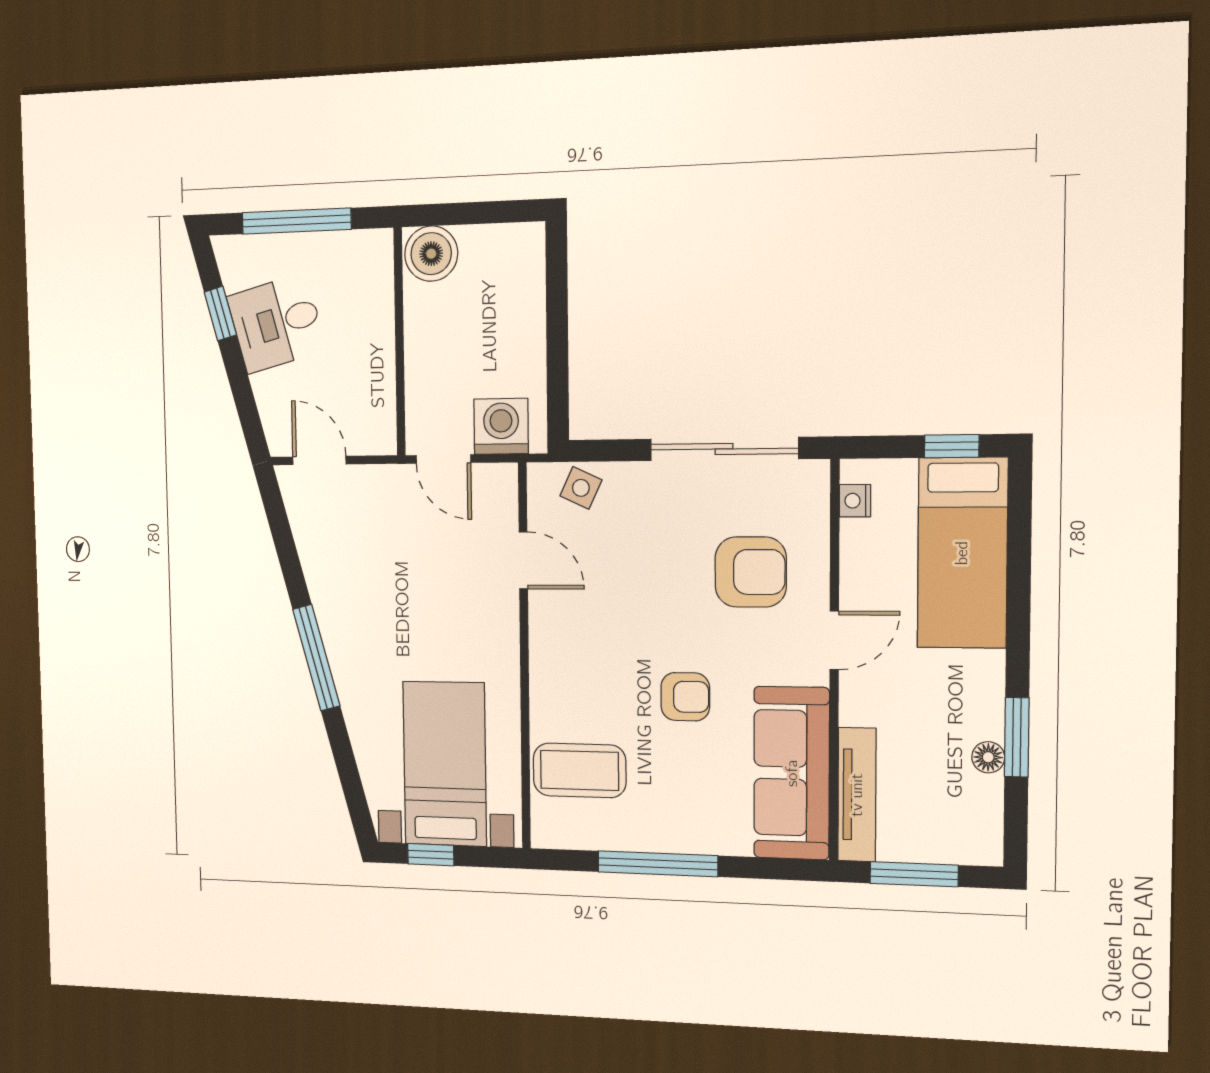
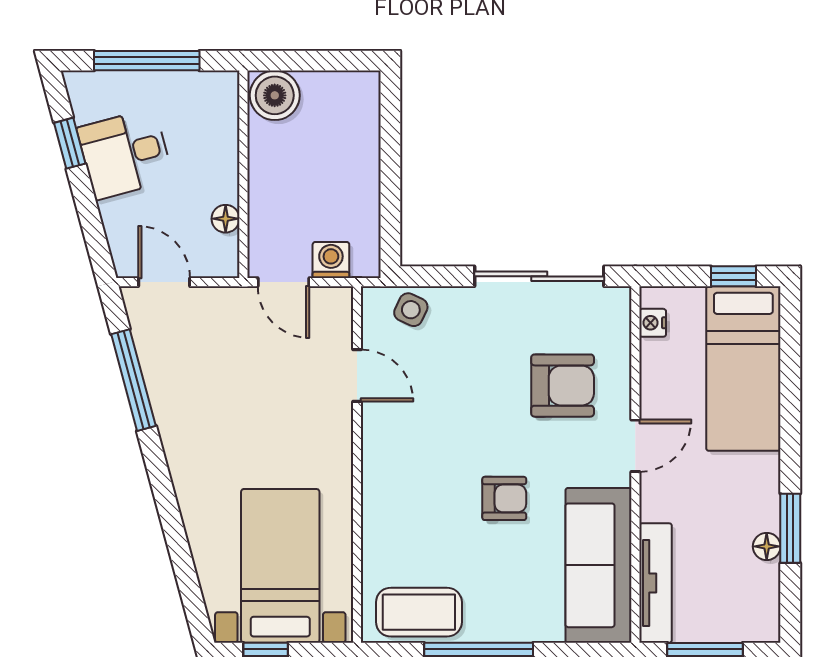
floor lamp: (382, 391) -> (226, 219), added
washing machine: (501, 426) -> (331, 260), width x0.73, depth x0.73
window: (316, 658) -> (133, 380), moved
coffee table: (579, 770) -> (419, 612), moved

